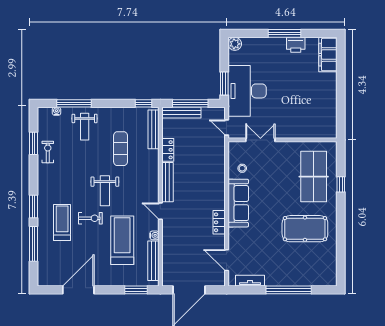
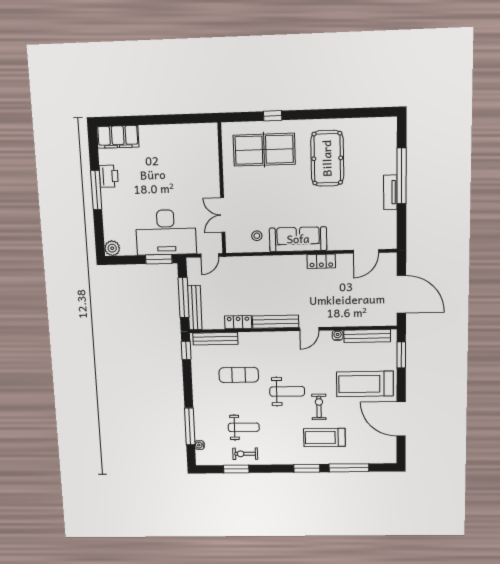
weight bench: (85, 127) -> (244, 427), moved
treadmill: (122, 240) -> (365, 384), moved
tv unit: (250, 281) -> (390, 192), moved

